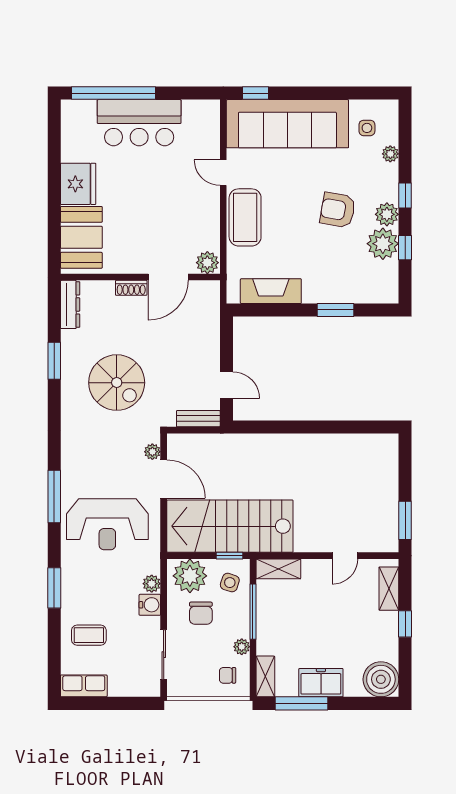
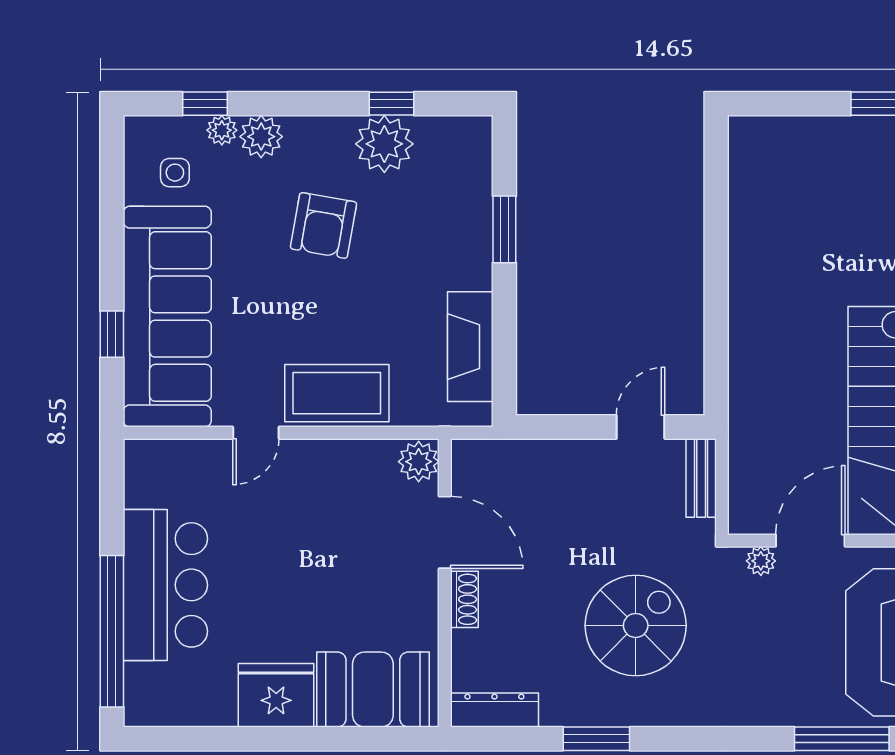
window: (255, 93) -> (112, 334), moved
window: (405, 195) -> (205, 104), moved
plant: (387, 214) -> (261, 137), moved

